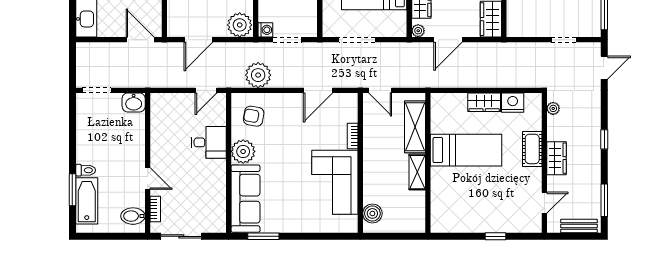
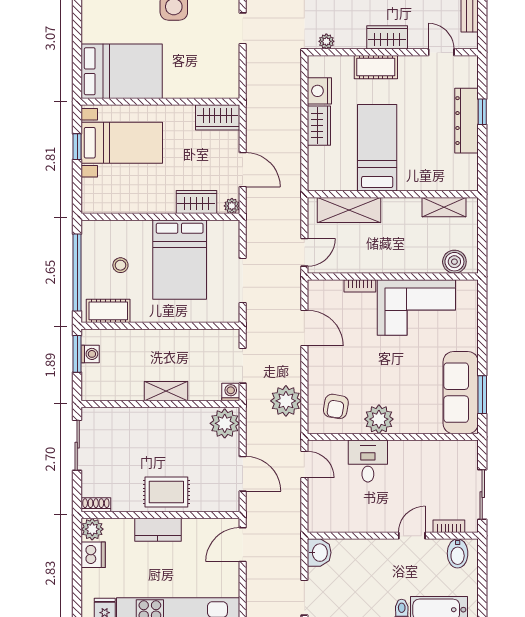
shelving: (417, 172) -> (444, 207), moved
sofa: (246, 199) -> (461, 393), moved, turned -90
dresser: (488, 223) -> (467, 121), added

